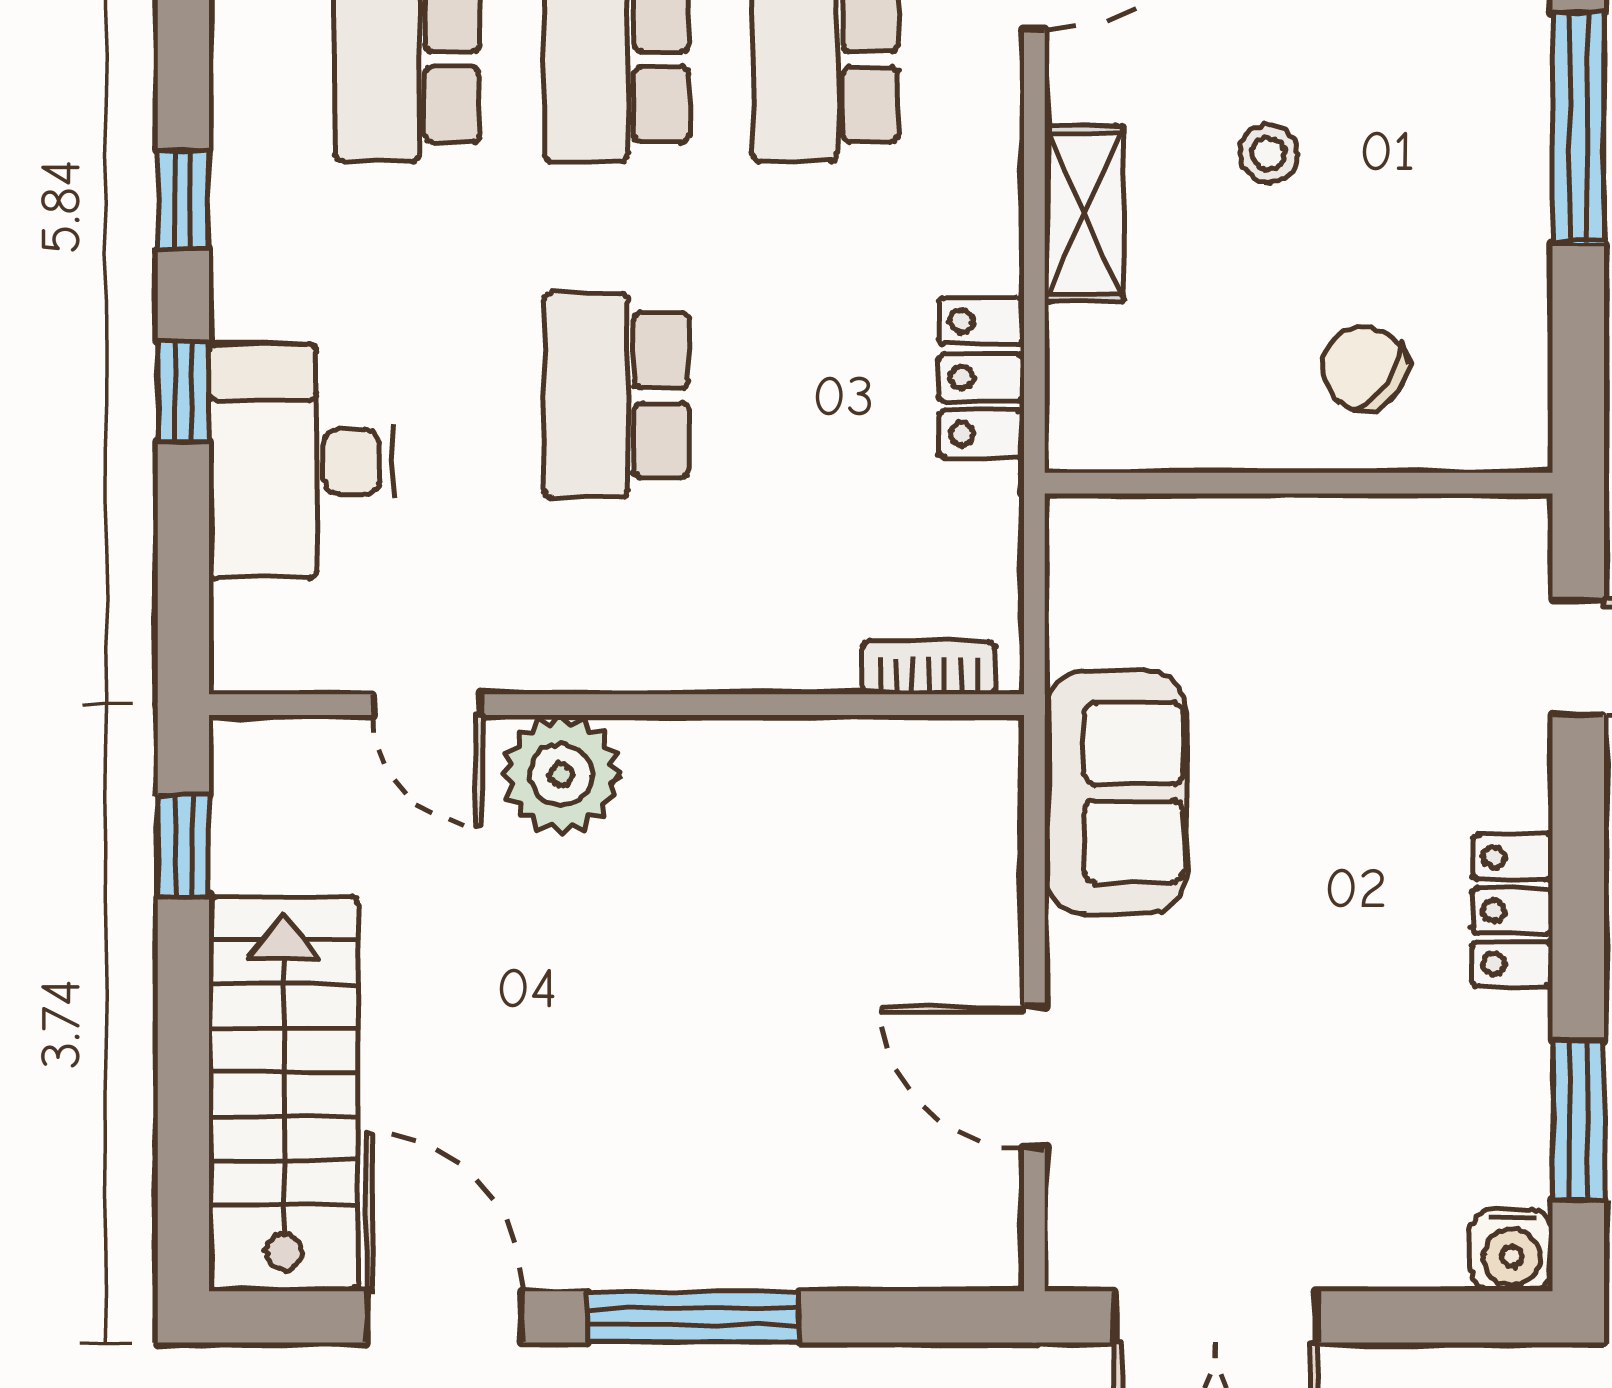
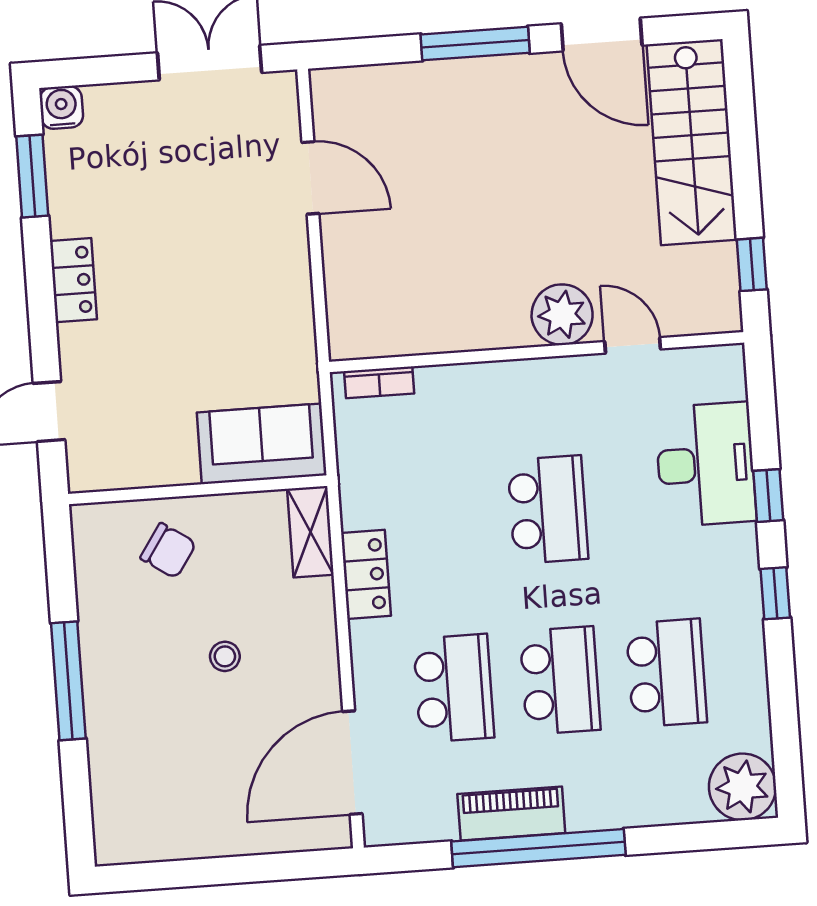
shelving: (1084, 214) -> (310, 532), moved
locker: (981, 378) -> (366, 574), moved
sofa: (1115, 792) -> (262, 444), moved, turned 90

